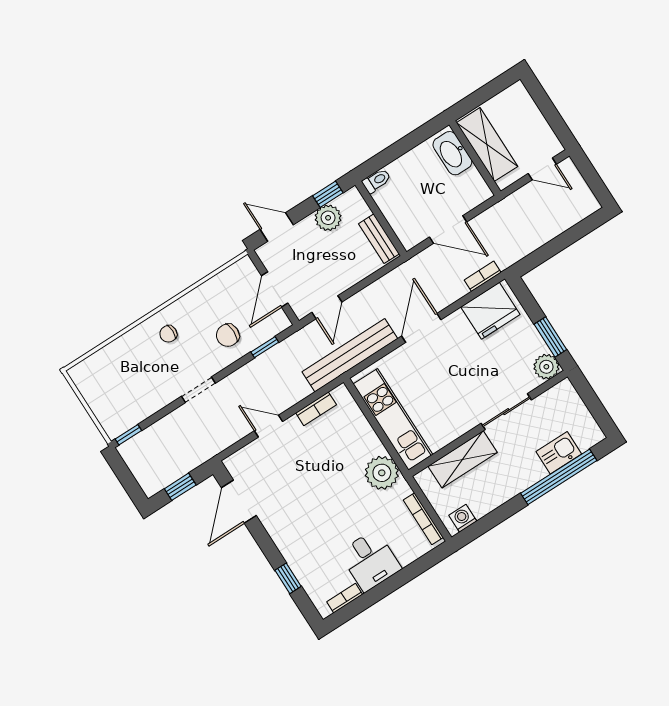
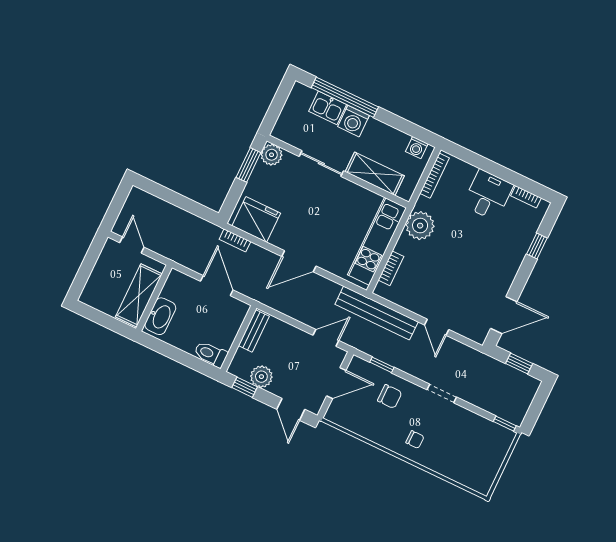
toilet: (377, 181) -> (211, 354), width x1.37, depth x1.39
bench: (350, 355) -> (377, 313), moved
bookcase: (316, 409) -> (391, 268), moved, turned 90
washing machine: (529, 471) -> (354, 121), added

